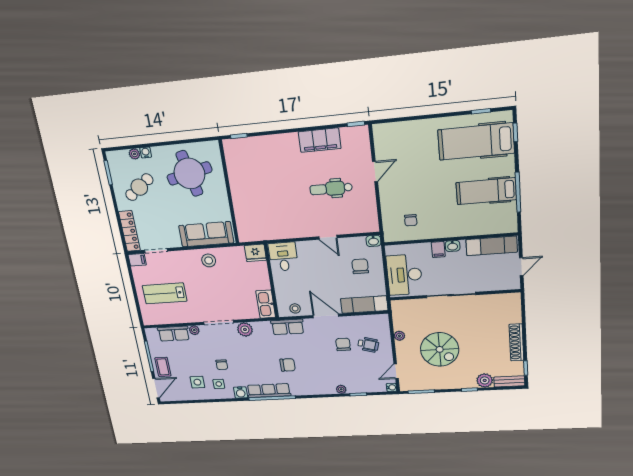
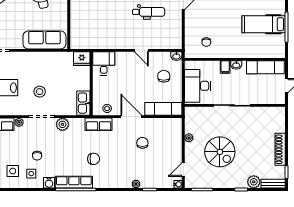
dental chair: (331, 189) -> (149, 12), turned 180
stool: (209, 260) -> (40, 92), moved
wheelchair: (368, 345) -> (163, 144), removed

